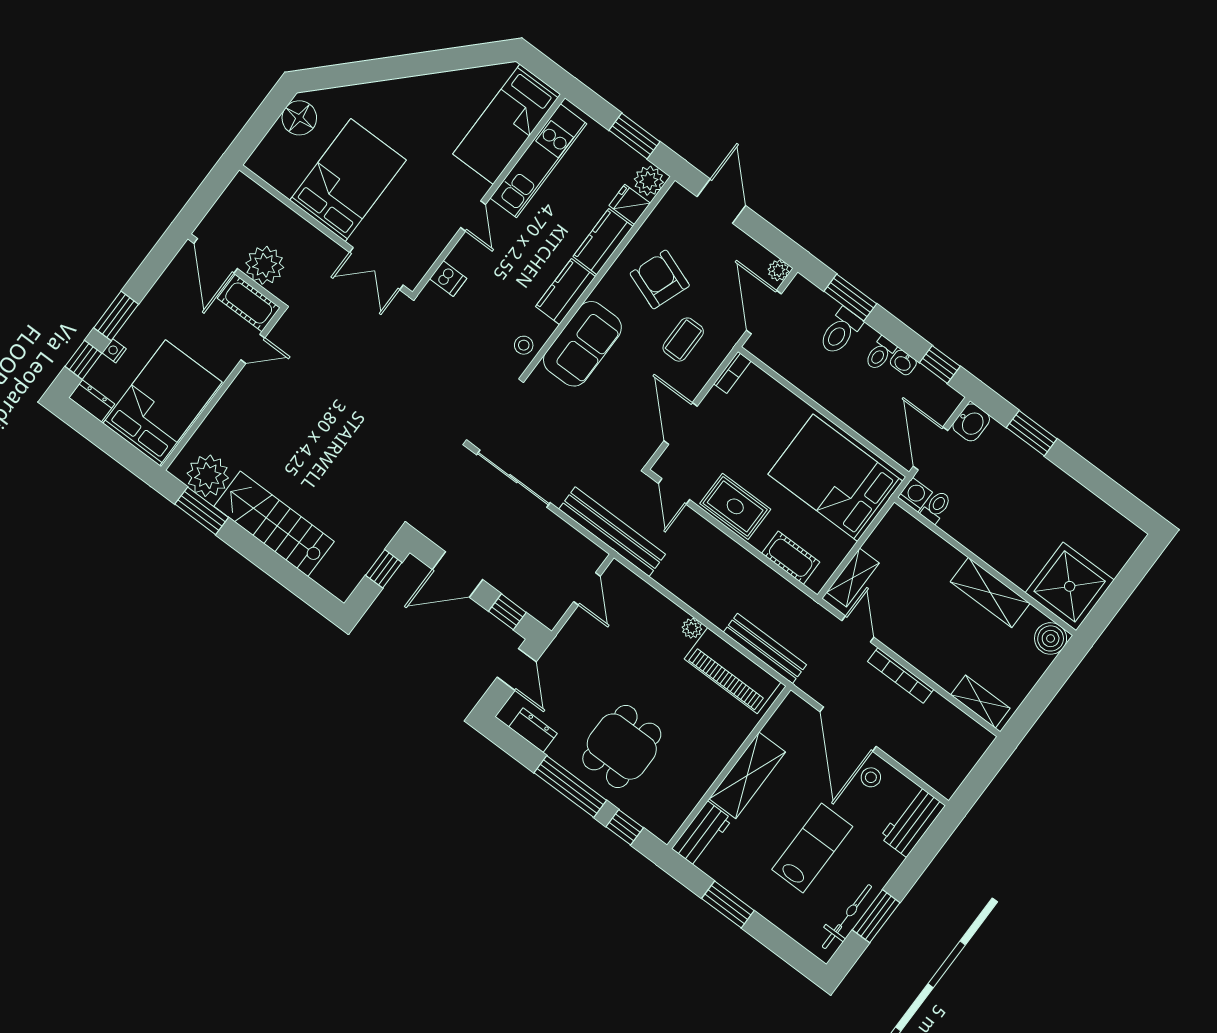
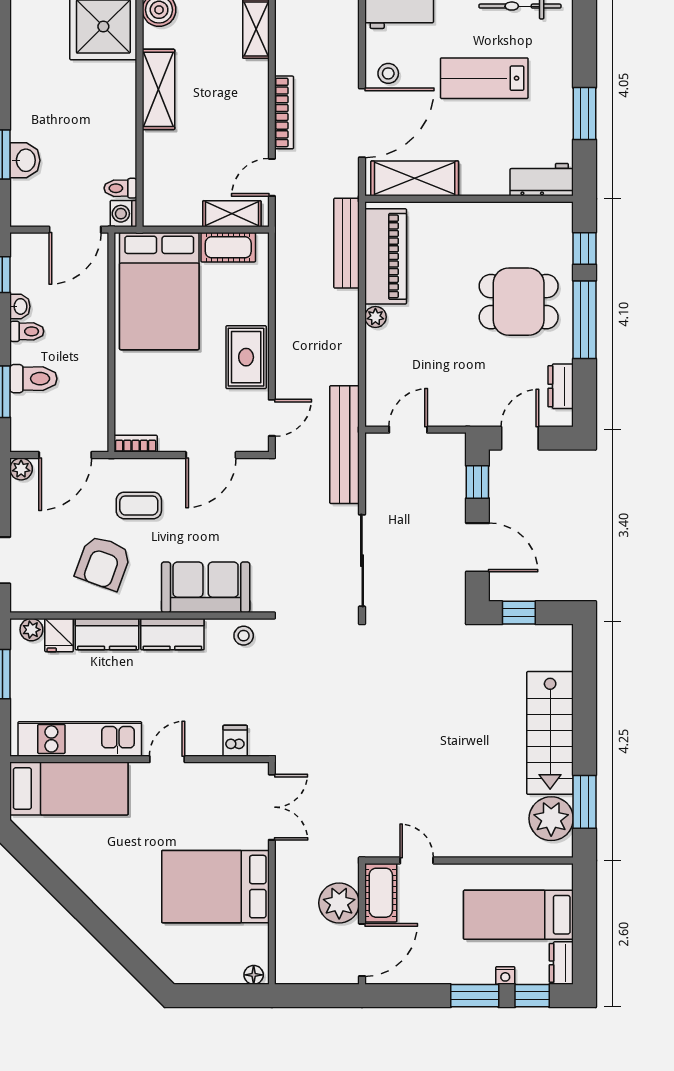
floor lamp: (299, 118) -> (254, 975), moved, width x0.53, depth x0.53
plant: (649, 181) -> (31, 630), width x0.73, depth x0.73
bed: (163, 403) -> (518, 915), width x0.67
washbasin: (971, 422) -> (25, 160), moved, turned 90
cot: (791, 558) -> (228, 247), moved, turned 90
shelving: (747, 775) -> (415, 178), moved

